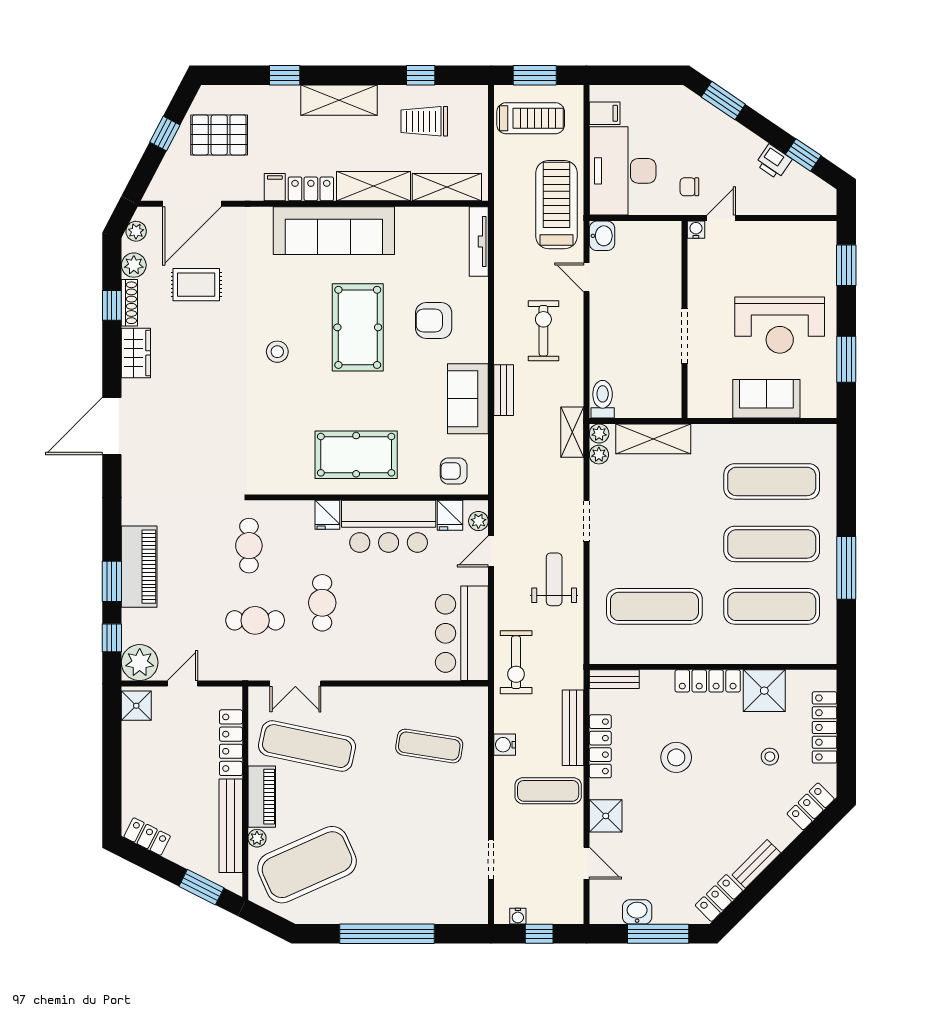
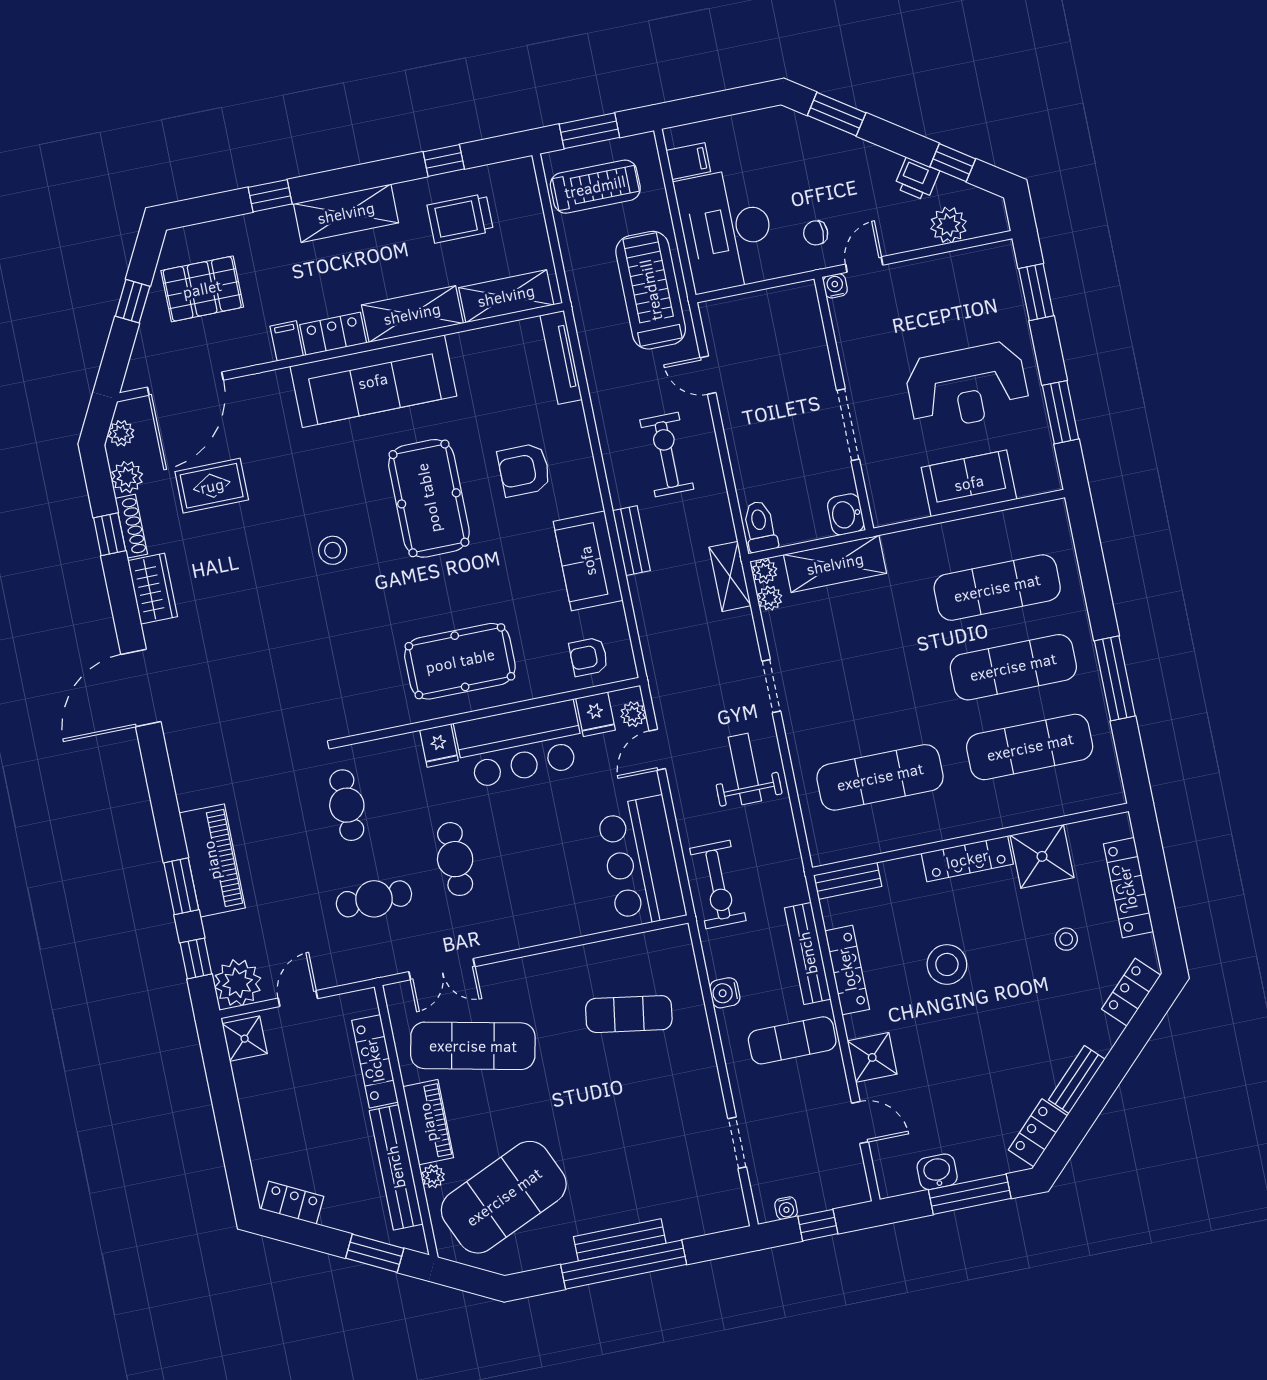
plant: (791, 201) -> (949, 225), added
washbasin: (602, 236) -> (846, 514), moved, turned 180
bench: (388, 915) -> (620, 1240), added

